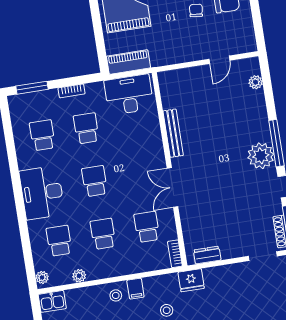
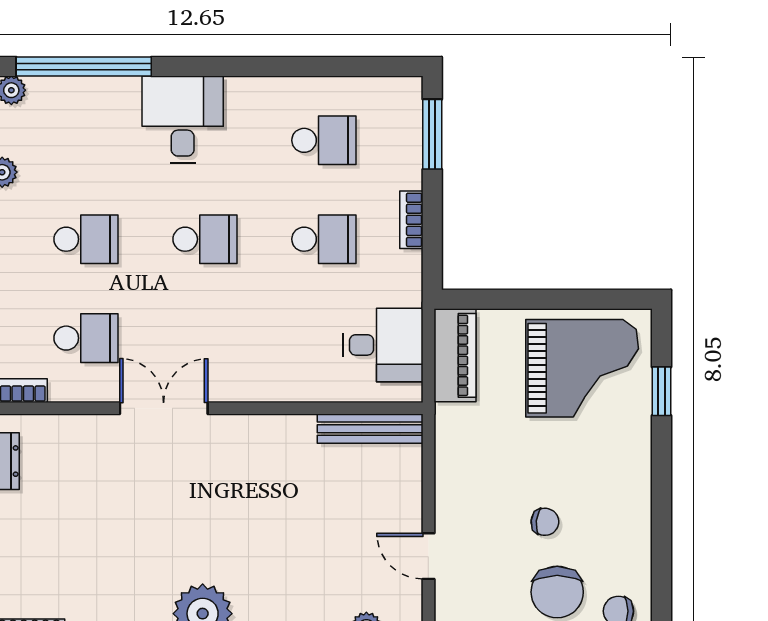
desk: (129, 95) -> (383, 345), width x0.73
bench: (173, 133) -> (370, 429), moved
desk: (42, 193) -> (183, 120), width x0.73
school desk: (59, 241) -> (86, 140), removed
window: (26, 247) -> (84, 66), added

